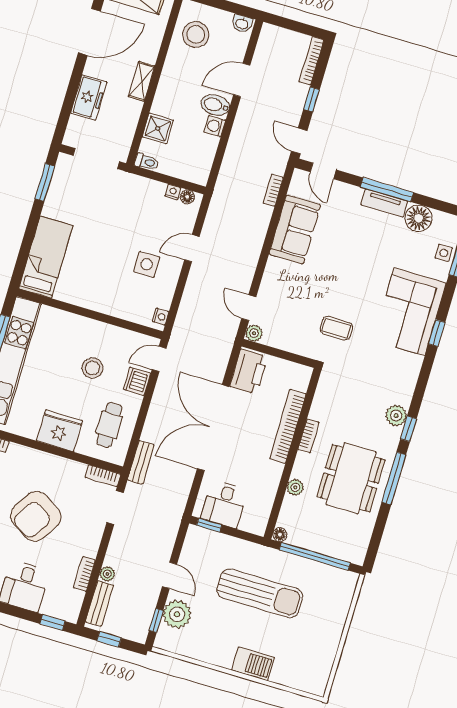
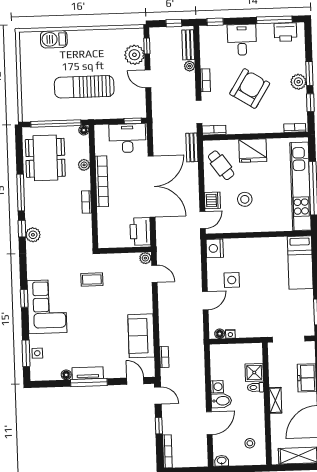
stool: (196, 35) -> (250, 443), width x0.53, depth x0.53
toilet: (147, 162) -> (256, 387), moved
floor lamp: (418, 218) -> (66, 375), width x0.53, depth x0.53
nightstand: (161, 317) -> (215, 248), width x1.89, depth x1.79
cafe table: (109, 425) -> (221, 165), turned -36
bookcase: (288, 426) -> (102, 181), moved
dining table: (351, 478) -> (45, 158), moved
desk: (224, 504) -> (127, 138), width x1.37
bookcase: (84, 574) -> (205, 80), moved
barbecue: (253, 664) -> (54, 39), moved

